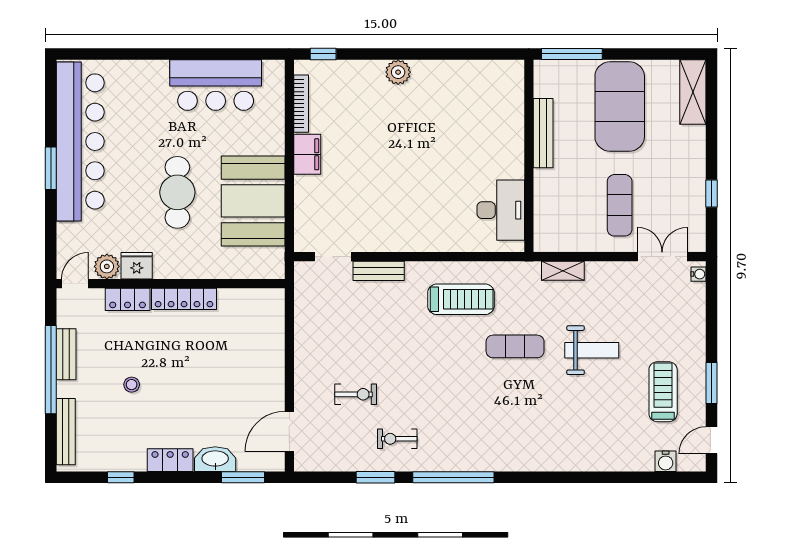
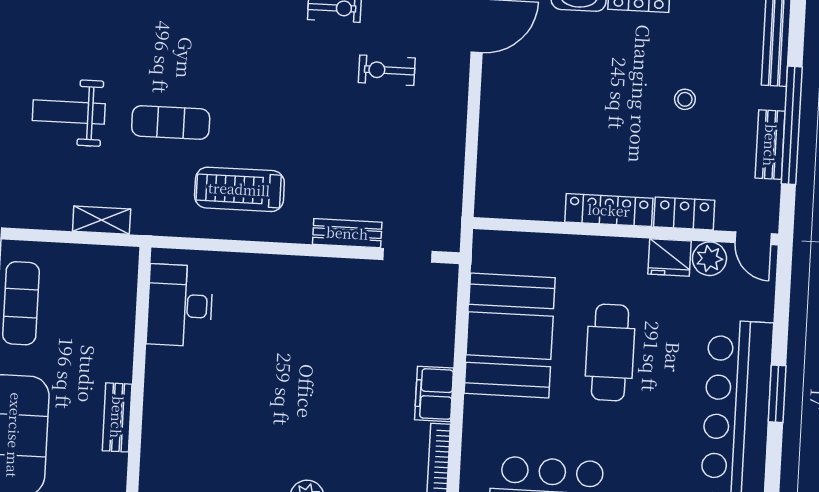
bench: (543, 133) -> (117, 417), width x0.73
door: (75, 284) -> (753, 238), hinge flipped

